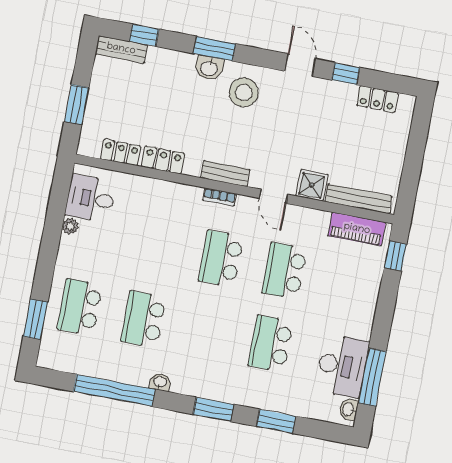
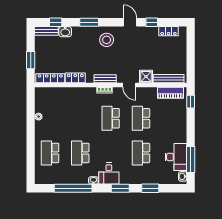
washbasin: (209, 68) -> (65, 32), moved
locker: (121, 152) -> (50, 78), width x1.53
desk: (91, 198) -> (109, 174), moved, turned -90
window: (36, 319) -> (31, 162), removed

